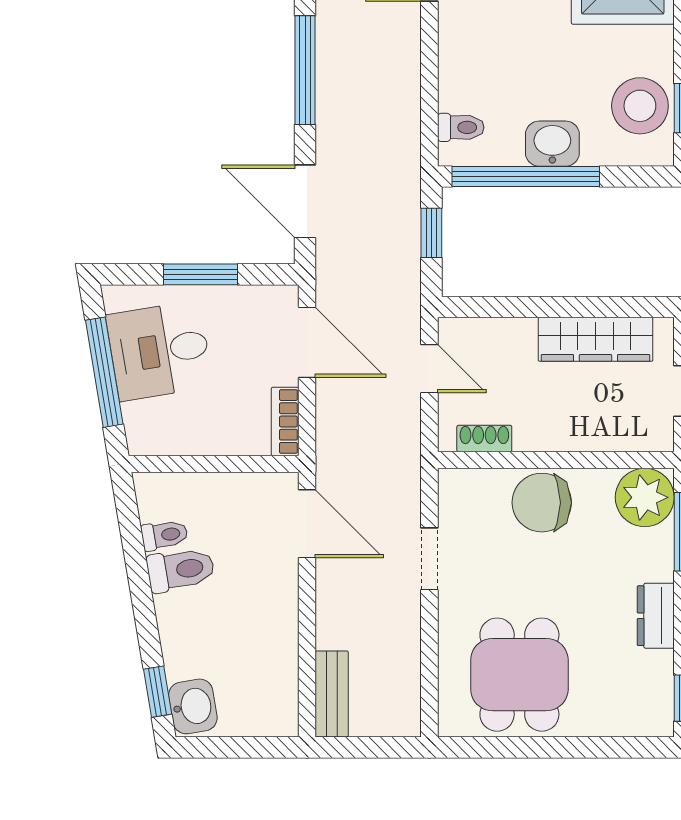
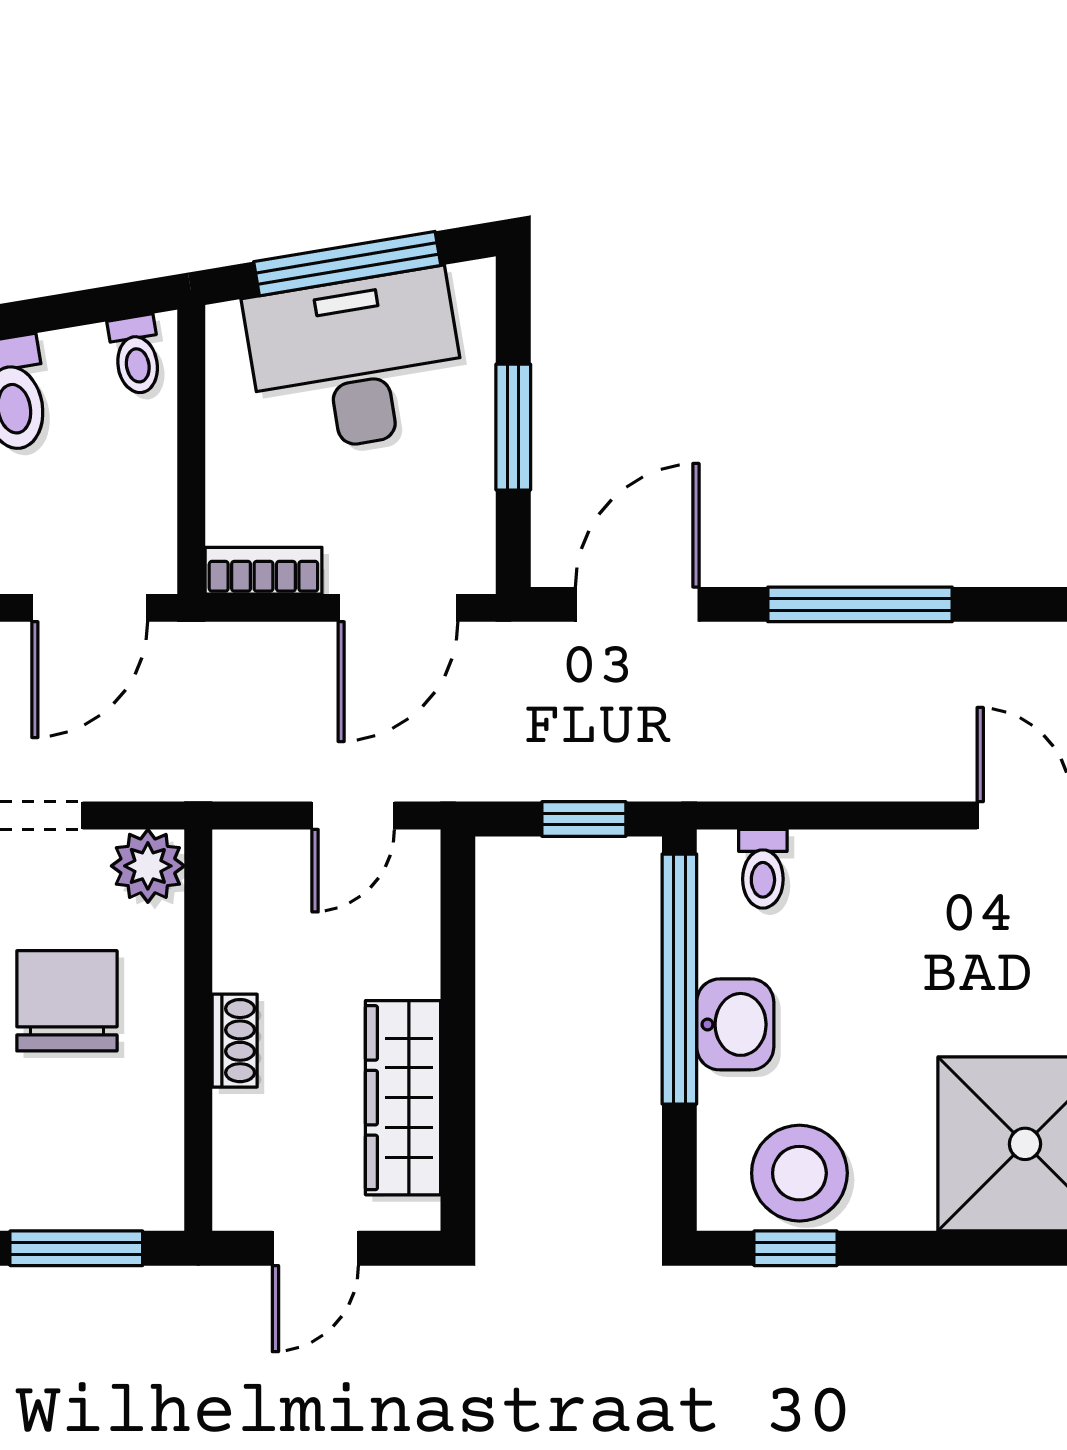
desk: (159, 351) -> (356, 362), width x1.37
shoe rack: (484, 438) -> (235, 1041), moved
plant: (645, 497) -> (148, 866), moved, width x0.73, depth x0.73
chair: (542, 503) -> (67, 1001), moved
toilet: (164, 535) -> (136, 355), moved

